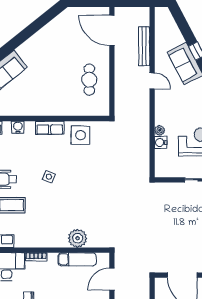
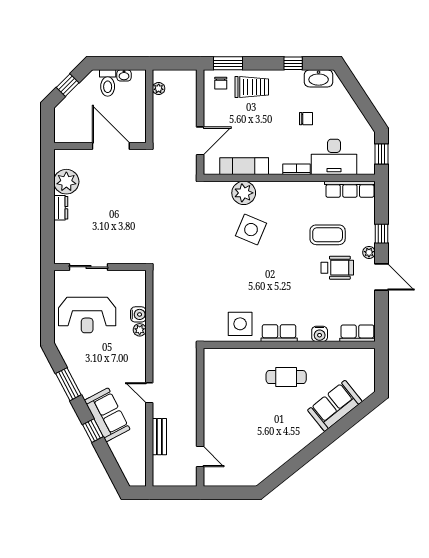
door: (112, 31) -> (200, 457), width x0.53
bench: (144, 46) -> (159, 437), width x0.73
cafe table: (89, 80) -> (286, 377), moved, turned 90
side table: (49, 177) -> (251, 230), moved, width x1.87, depth x1.87

